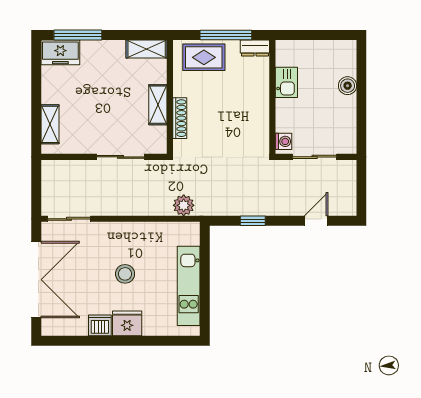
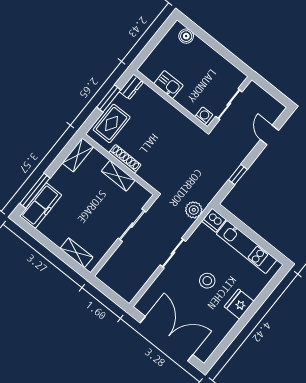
window: (226, 35) -> (109, 99), width x0.69
freezer: (60, 52) -> (41, 205), width x1.40
boiler: (348, 86) -> (186, 36), moved
shoe rack: (180, 118) -> (125, 159), moved
sliding door: (69, 219) -> (173, 253), moved
dishwasher: (100, 325) -> (214, 220), moved, turned -90

